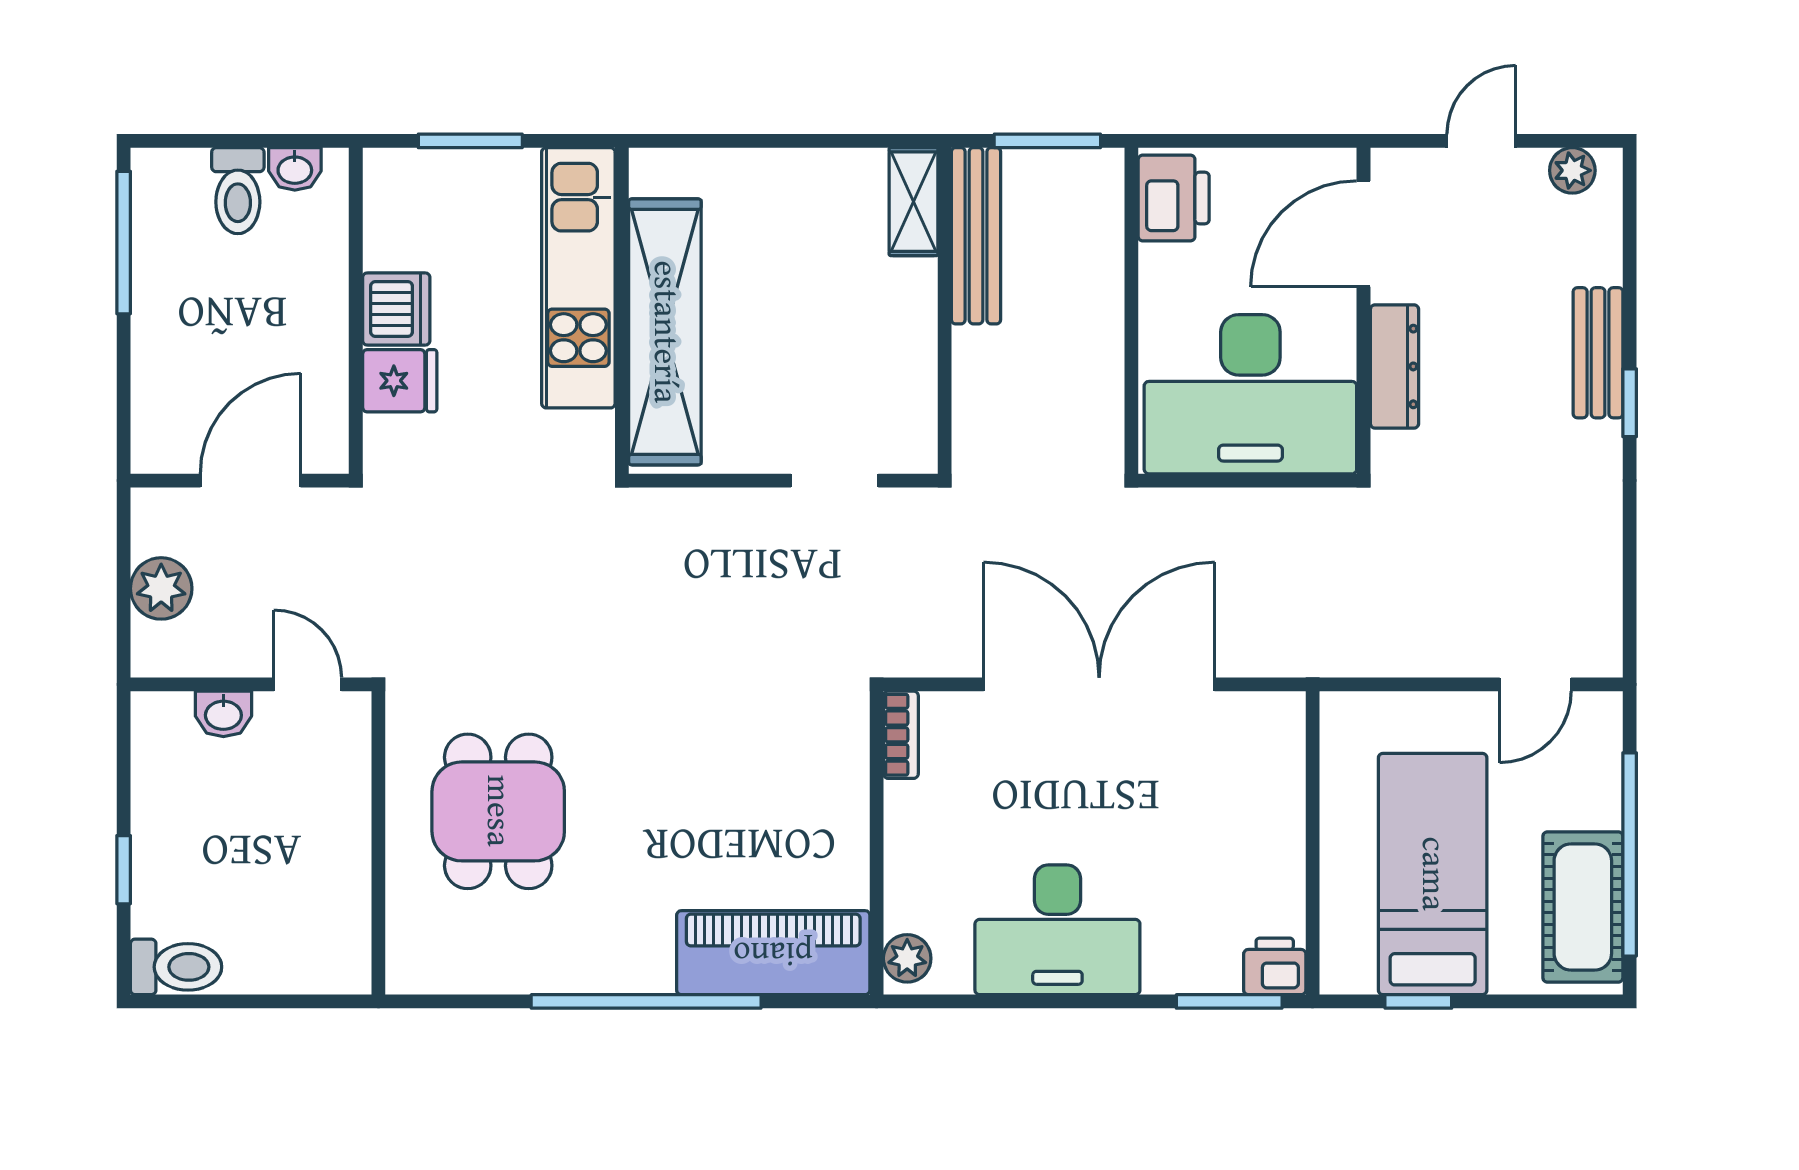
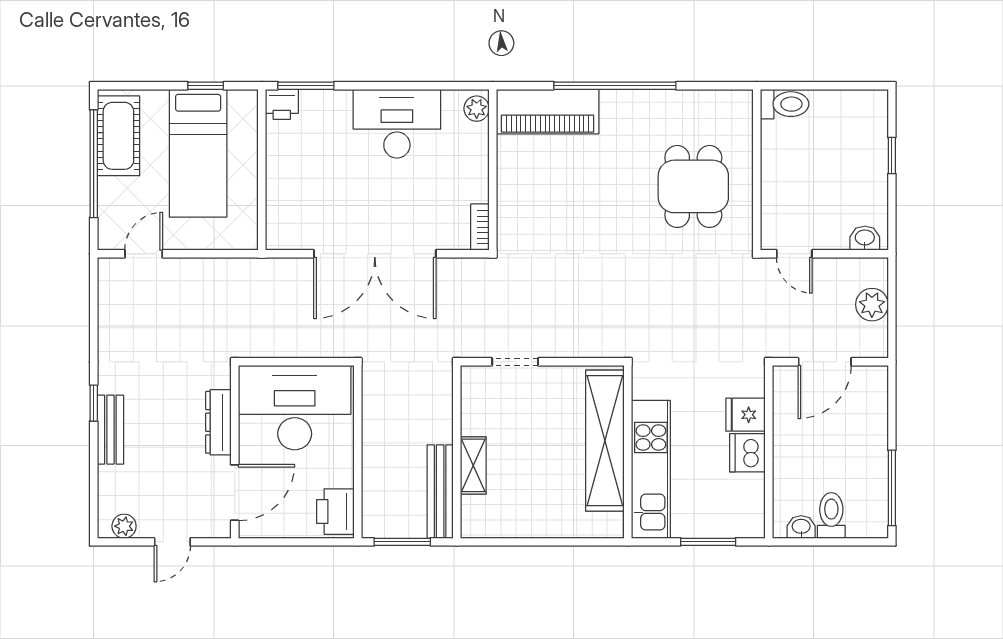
shelving: (913, 202) -> (473, 465), moved
washbasin: (223, 714) -> (865, 238), moved
toilet: (176, 967) -> (785, 104), moved, turned 180

